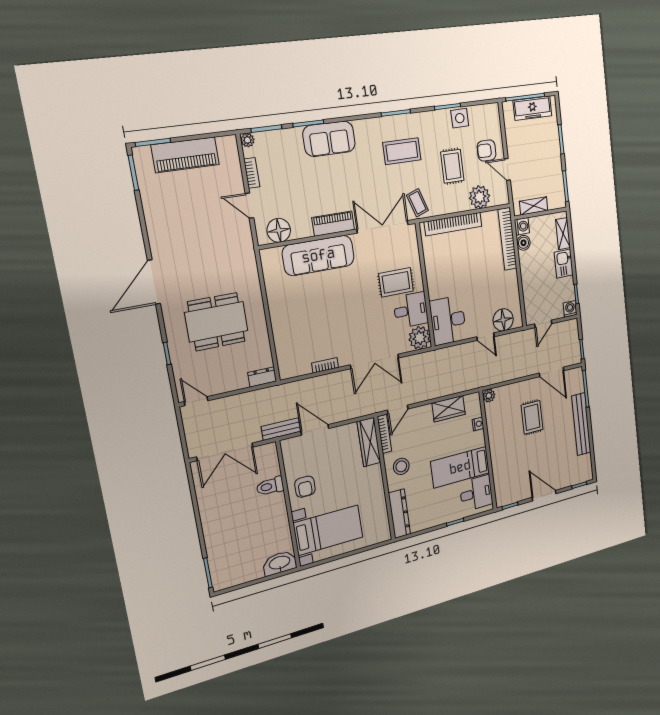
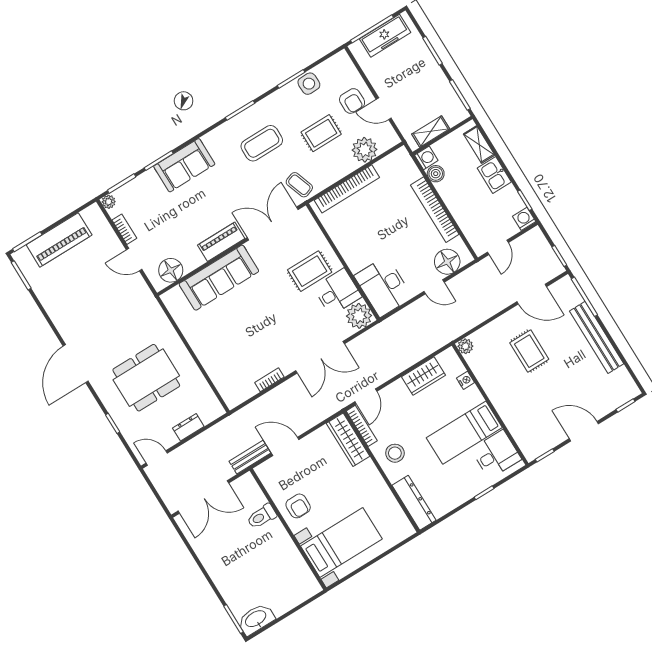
armchair: (487, 151) -> (352, 101), turned -90
rug: (452, 166) -> (321, 133), turned 90
bookcase: (507, 239) -> (435, 210), moved
dresser: (262, 377) -> (188, 427), moved
washbasin: (280, 563) -> (256, 619), moved

